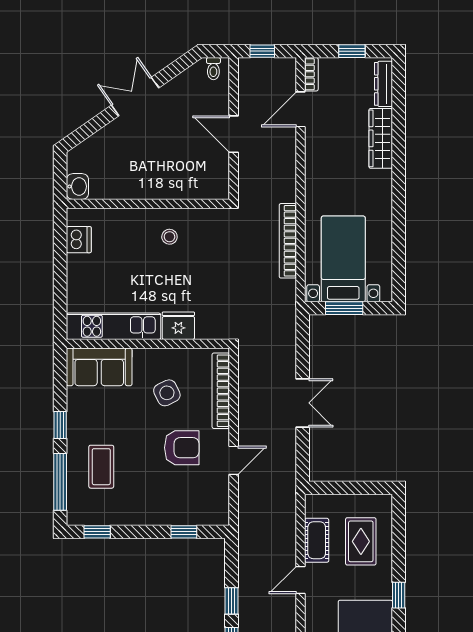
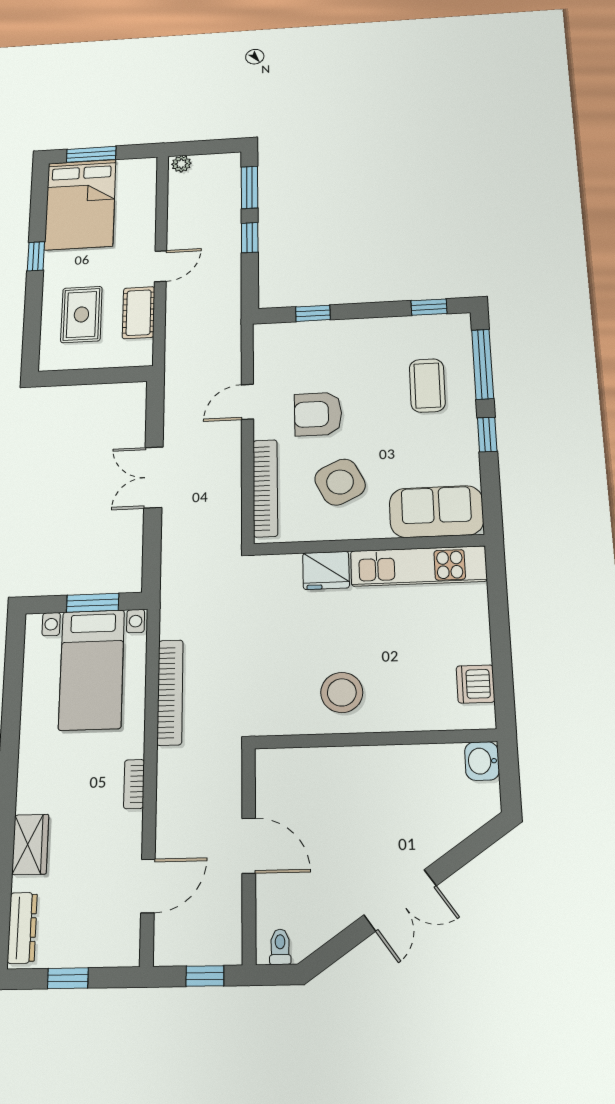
bookcase: (311, 74) -> (134, 784), moved
wardrobe: (381, 138) -> (30, 844), width x0.67
stool: (169, 237) -> (342, 692), width x1.89, depth x1.89
side table: (167, 393) -> (340, 482), width x1.37, depth x1.37

